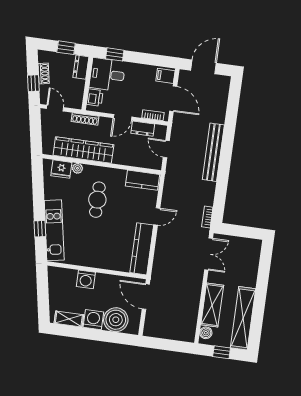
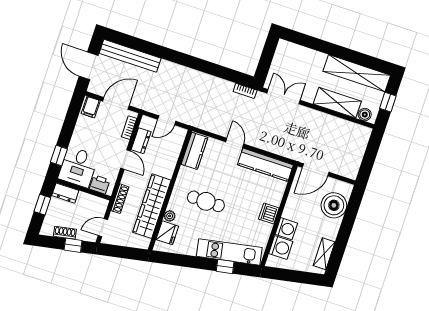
bench: (213, 152) -> (130, 56), moved
dishwasher: (97, 260) -> (269, 213), added
washing machine: (93, 320) -> (281, 248), moved, turned 180

